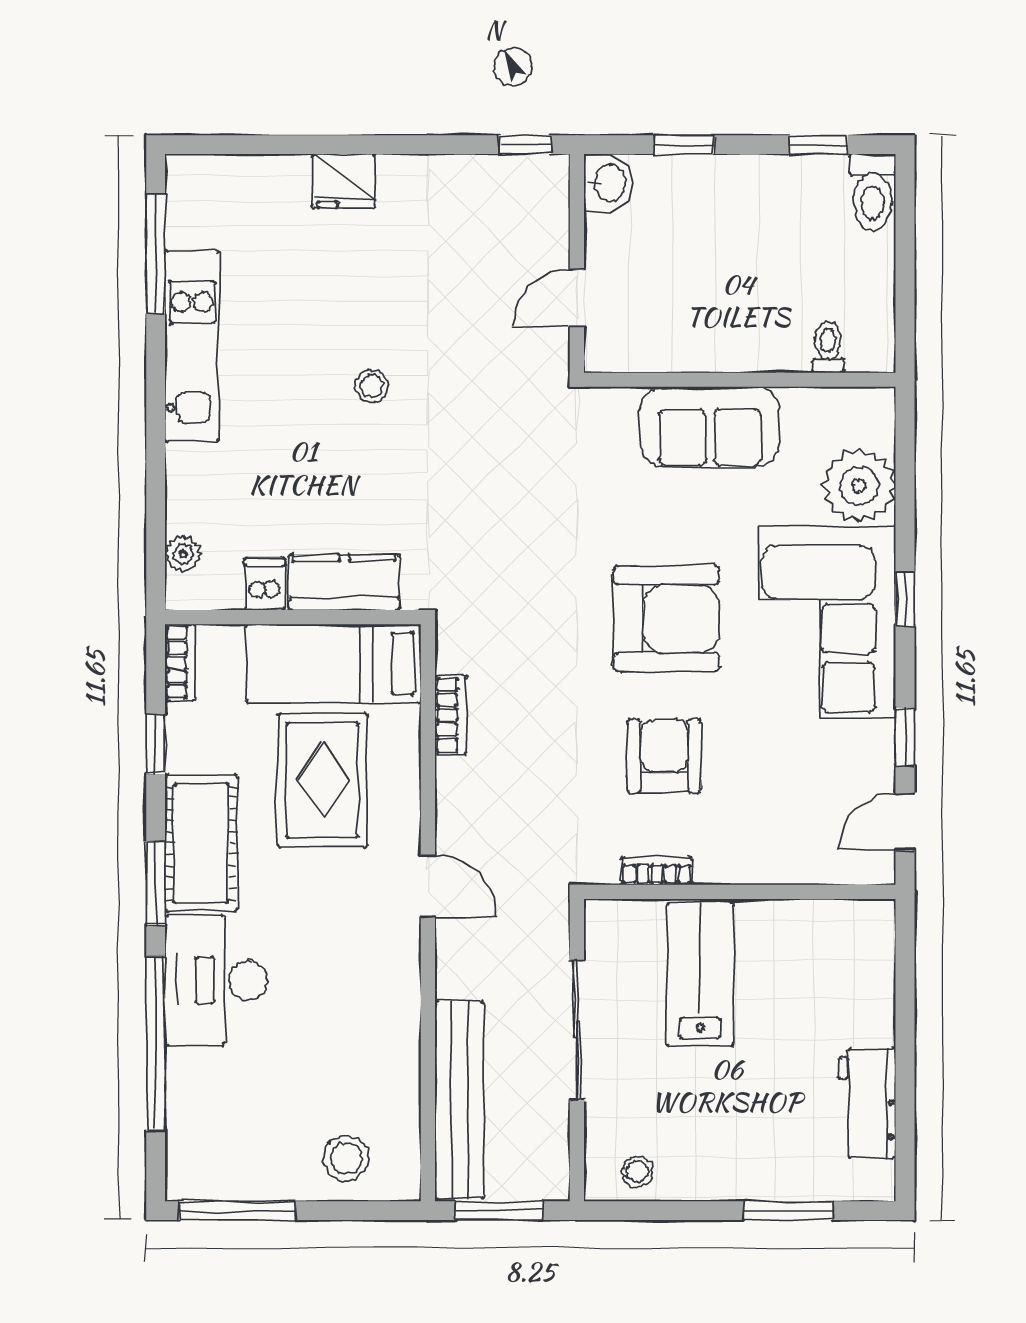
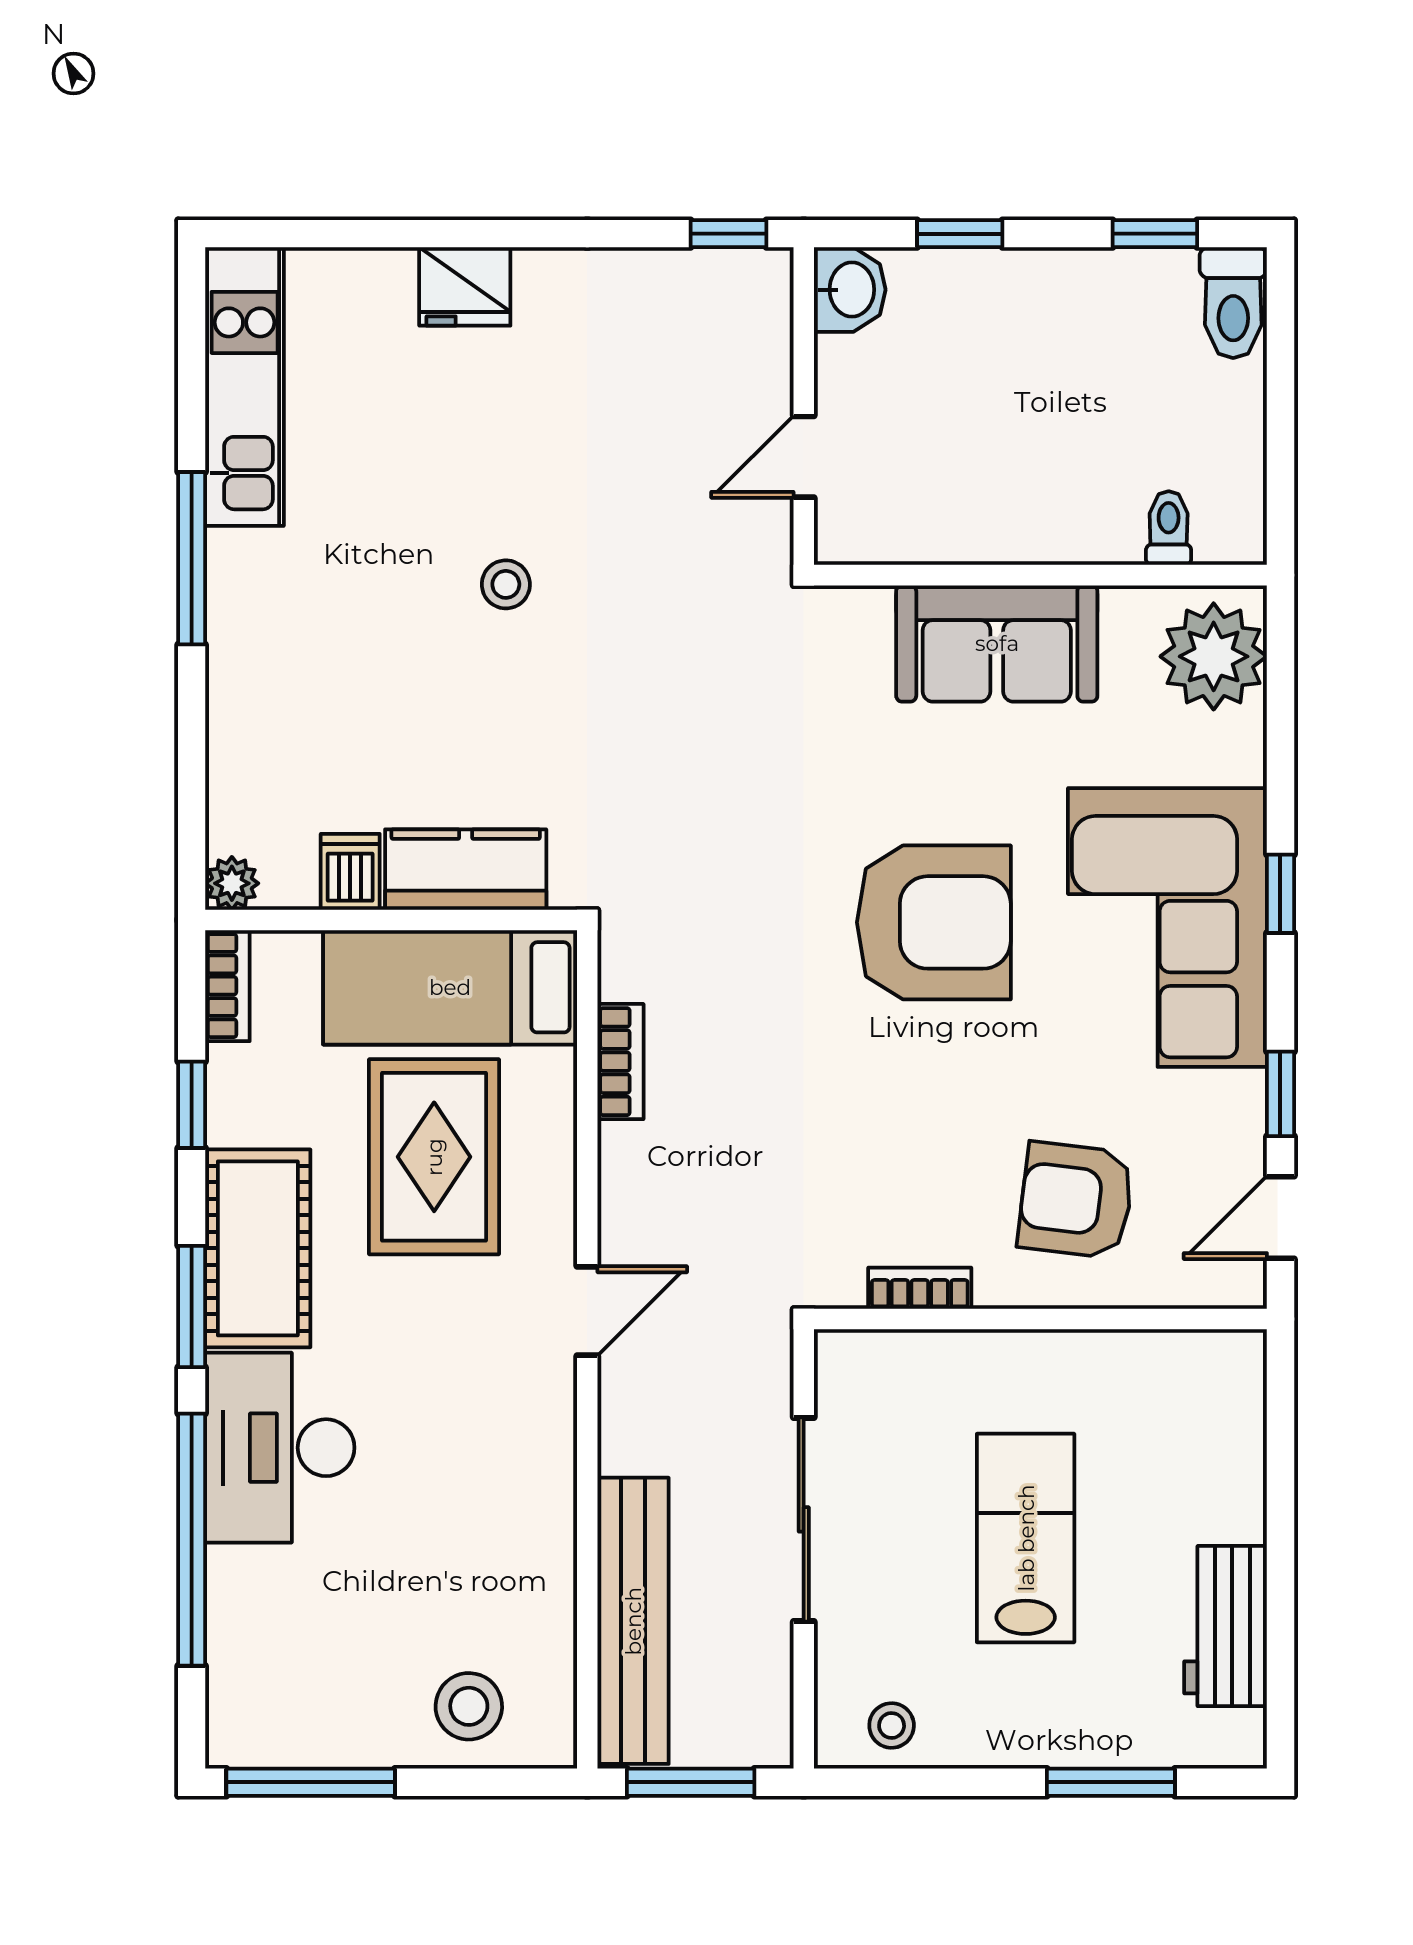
window: (156, 254) -> (192, 558), moved
kitchen unit: (192, 346) -> (245, 387), moved
plant: (859, 486) -> (1214, 656), moved
plant: (183, 554) -> (232, 883), moved
armchair: (664, 756) -> (1076, 1200), moved, turned -83
door: (428, 886) -> (587, 1311), hinge flipped
lab bench: (700, 974) -> (1026, 1538), moved

